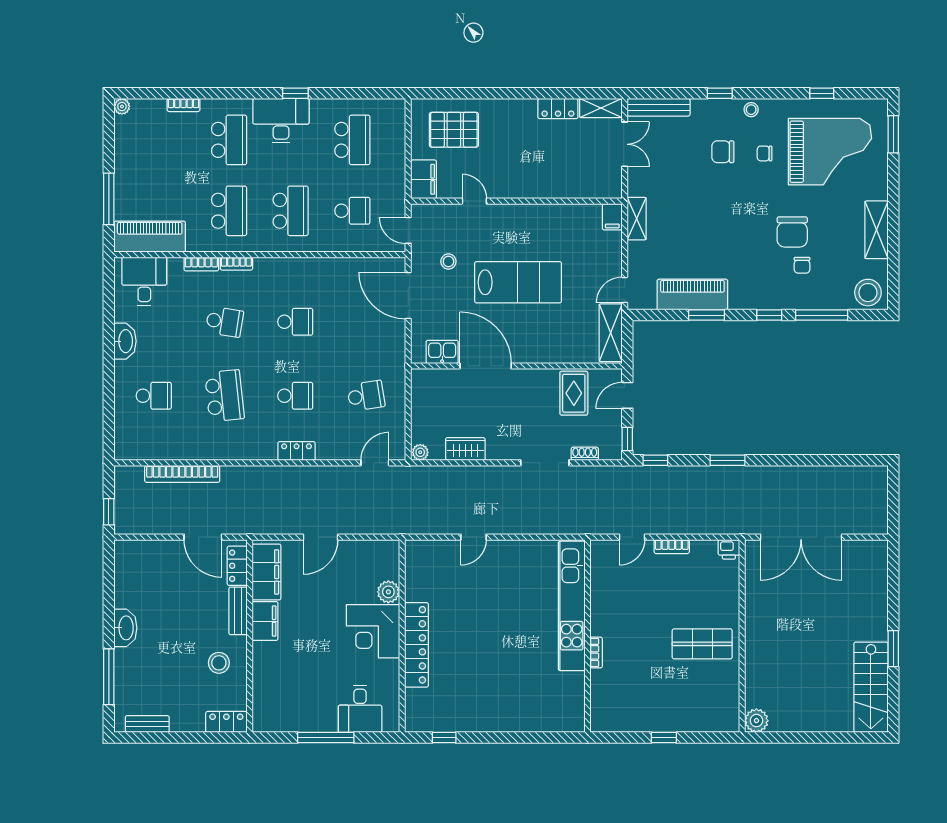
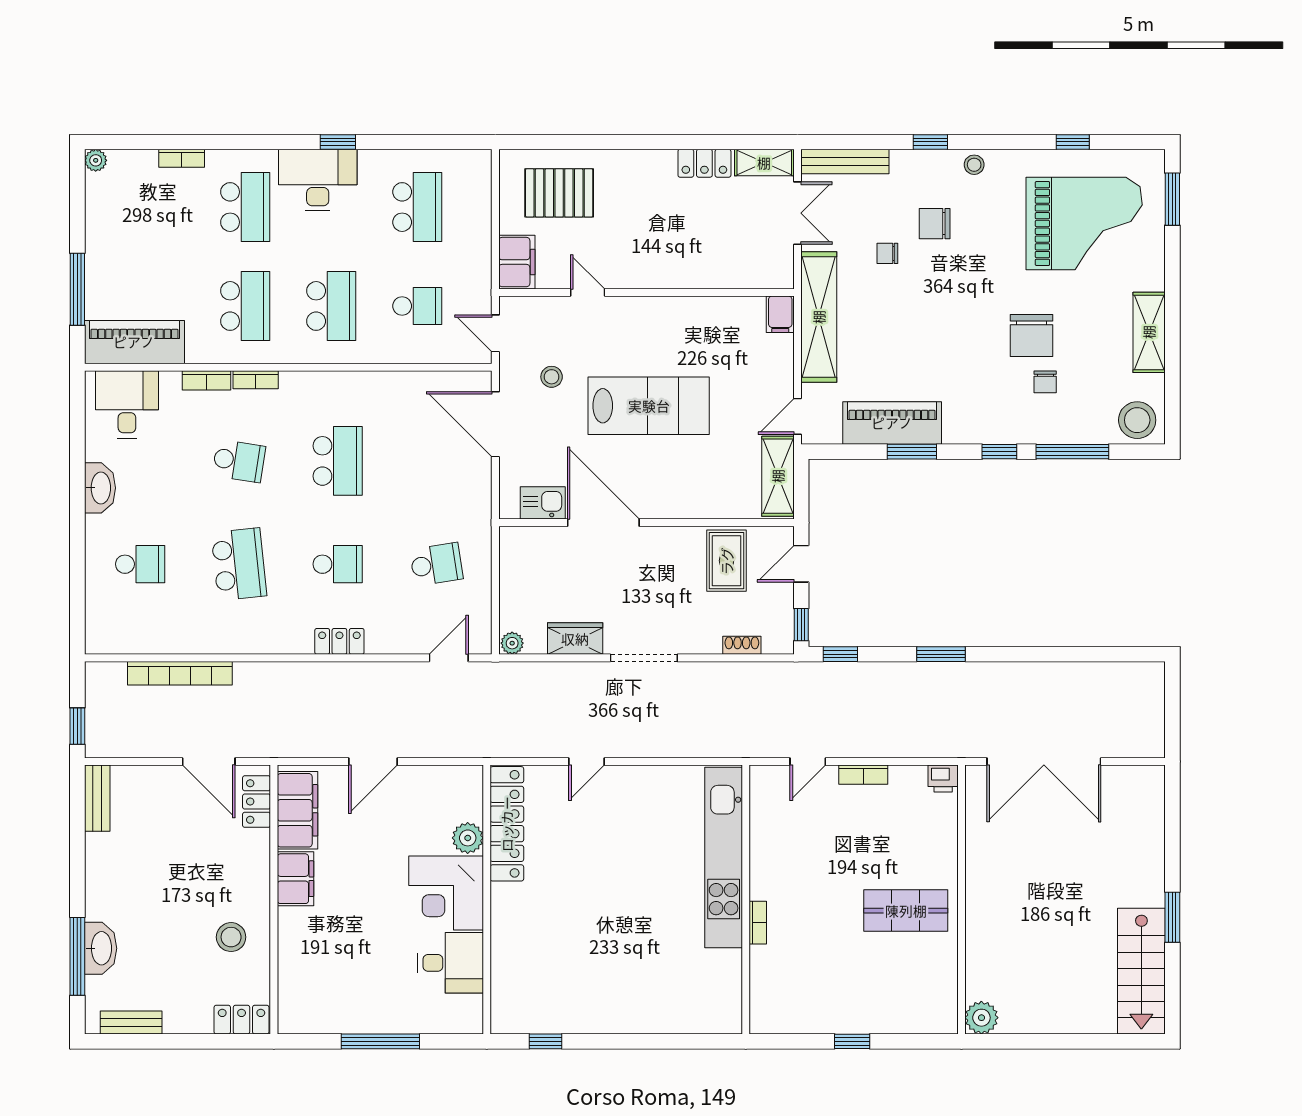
chair: (765, 153) -> (887, 253), moved
shelving: (637, 219) -> (819, 317), width x2.20, depth x1.33
school desk: (295, 322) -> (338, 461), width x1.85
doorway: (545, 463) -> (644, 658), moved
bench: (238, 611) -> (97, 798), moved
washbasin: (125, 628) -> (101, 948), moved
locker: (416, 645) -> (507, 824), moved
desk: (360, 709) -> (451, 963), moved, turned -90

